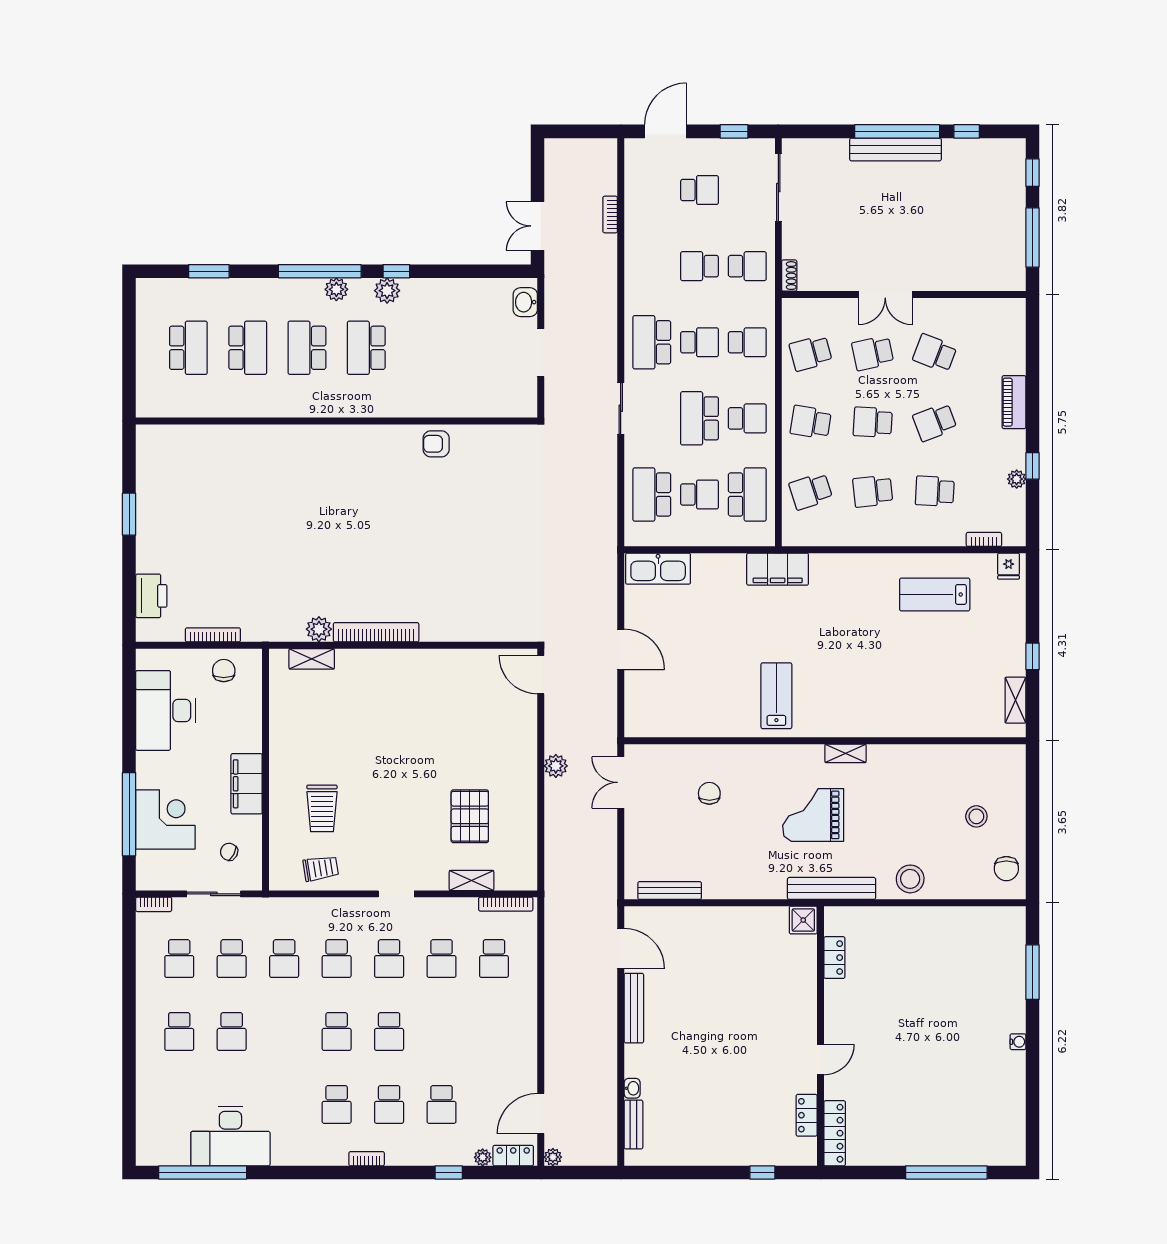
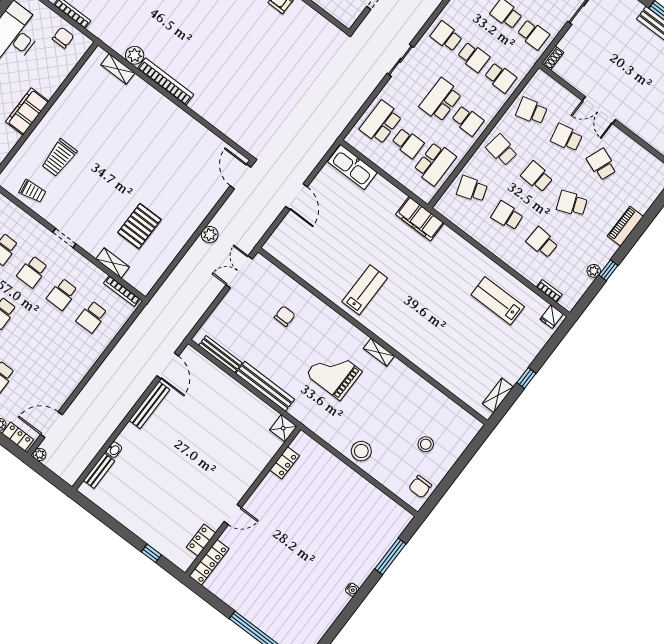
school desk: (652, 342) -> (446, 36), width x0.54
bench: (832, 888) -> (265, 386), moved

